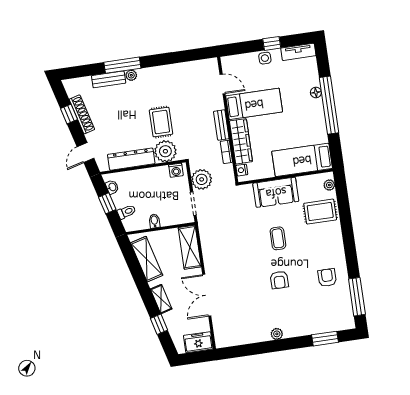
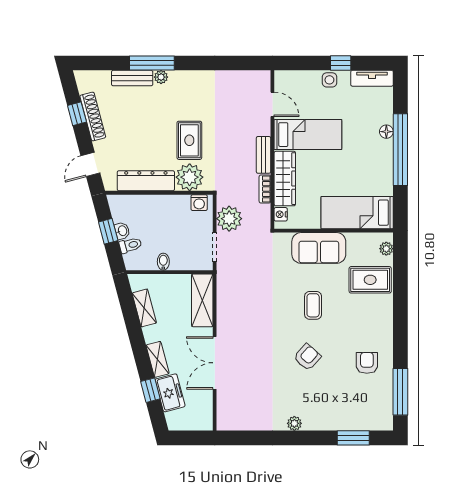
washbasin: (112, 187) -> (122, 231), moved
shelving: (147, 259) -> (144, 308), width x0.67, depth x0.75
armchair: (279, 280) -> (307, 357), turned -138
freezer: (198, 342) -> (170, 393), moved, turned 75

